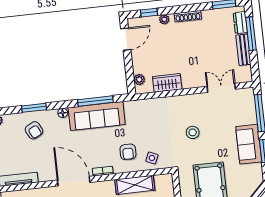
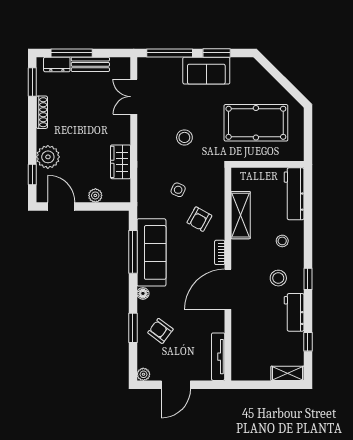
shoe rack: (188, 16) -> (42, 112), moved
plant: (164, 19) -> (48, 157), width x1.87, depth x1.87
plant: (139, 80) -> (95, 195), moved
armchair: (34, 130) -> (160, 331), turned -116
armchair: (128, 152) -> (199, 219), turned 119
side table: (152, 158) -> (178, 190), moved

